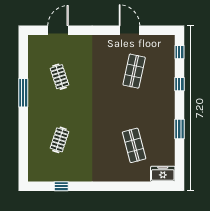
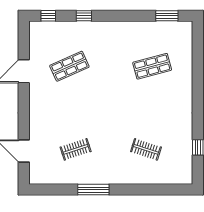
shop shelf: (134, 71) -> (69, 66), turned -36
window: (179, 129) -> (167, 16), moved
freezer: (163, 174) -> (184, 34), removed

